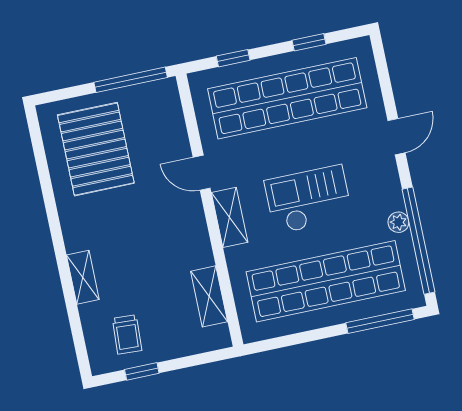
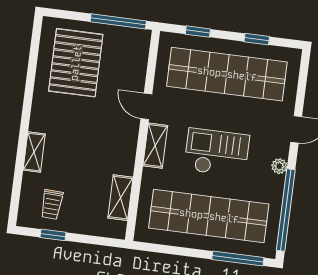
plant: (398, 222) -> (279, 166), moved

